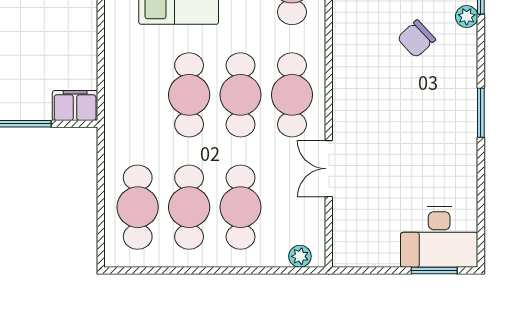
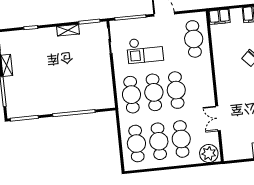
cafe table: (292, 95) -> (131, 95), moved
filing cabinet: (75, 106) -> (105, 102), removed
plant: (300, 256) -> (209, 153), width x1.87, depth x1.87

